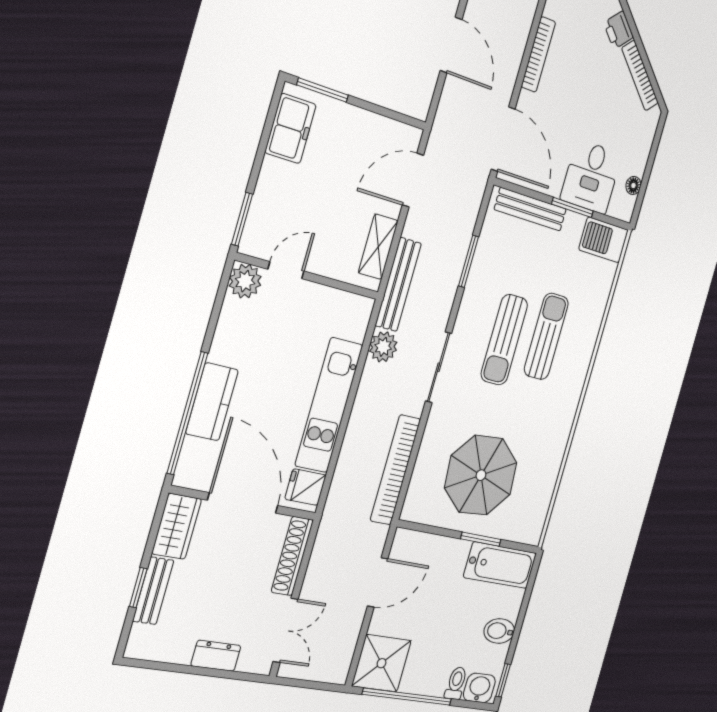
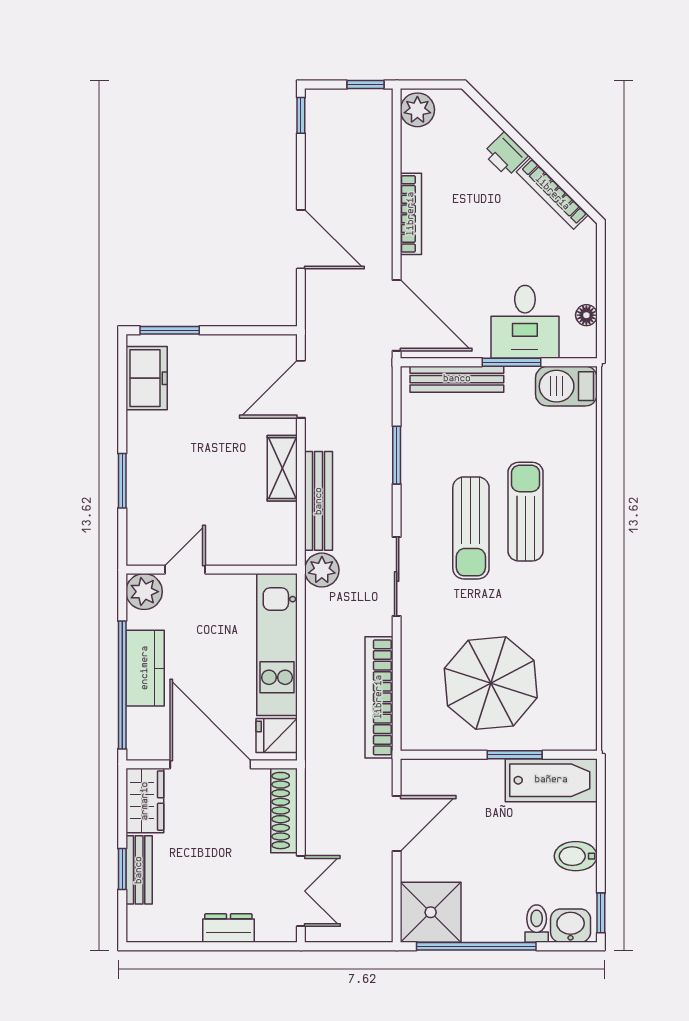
door: (286, 270) -> (185, 570), moved
wall: (308, 276) -> (212, 570), moved
plant: (245, 281) -> (144, 592), moved

